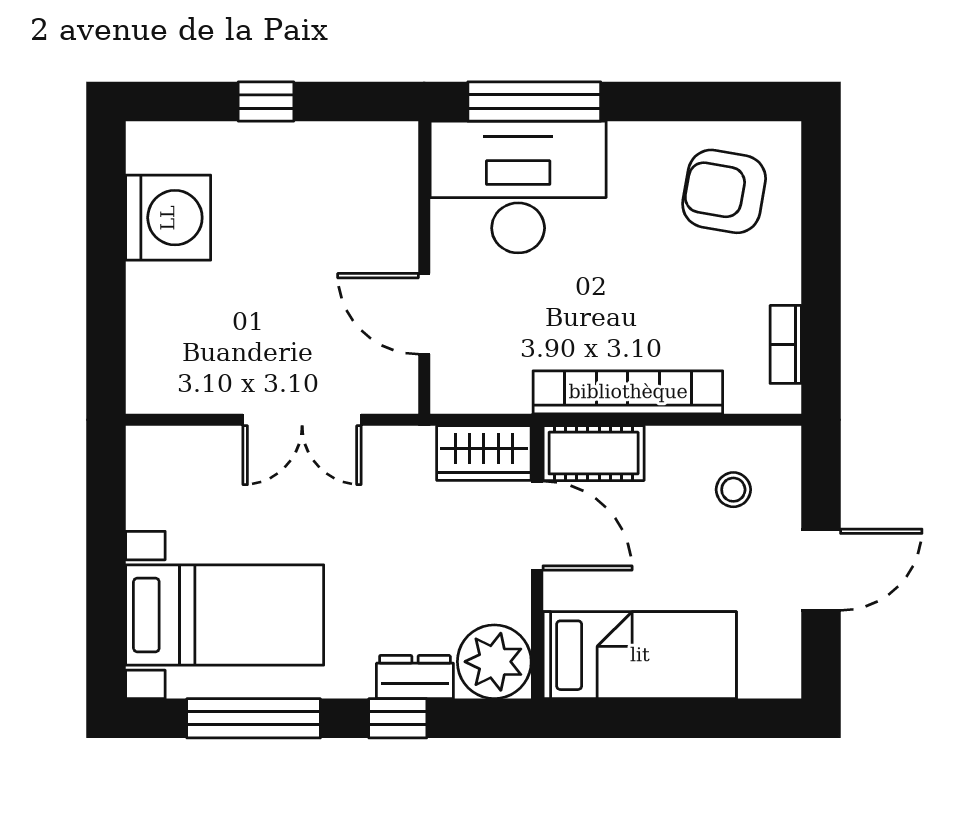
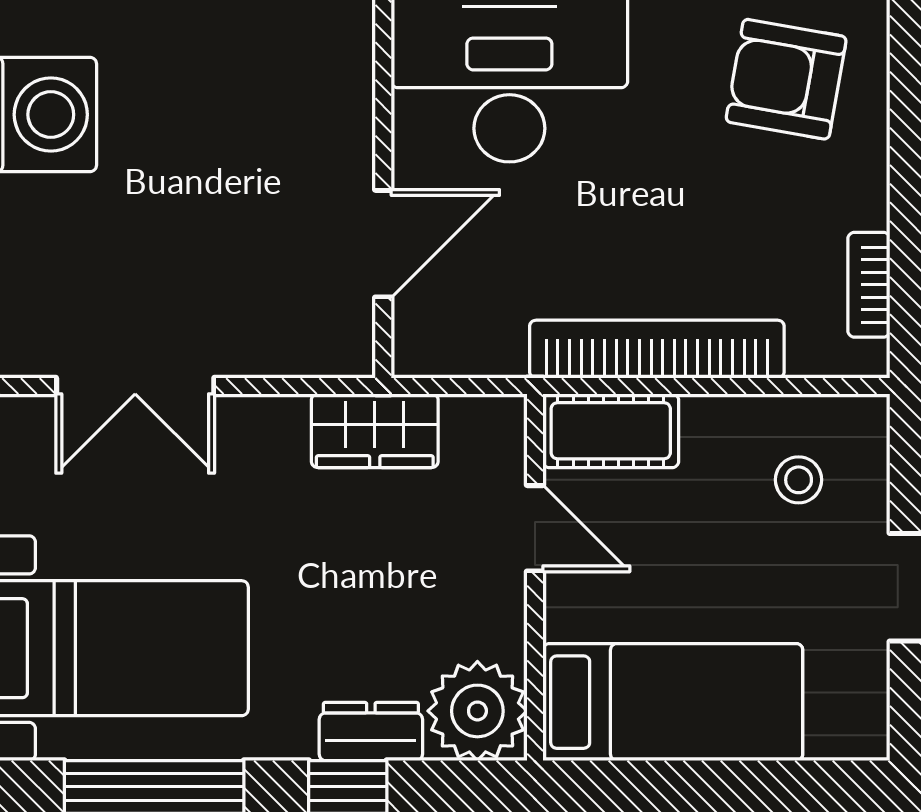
door: (424, 314) -> (383, 244), swing flipped
double door: (302, 420) -> (135, 386), moved
wardrobe: (484, 453) -> (375, 431), moved
door: (537, 526) -> (535, 528), width x0.73

